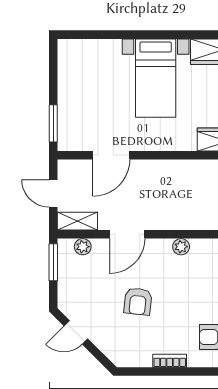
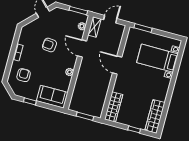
bed with nightstands: (156, 78) -> (157, 58), moved
door: (111, 155) -> (117, 65), moved

